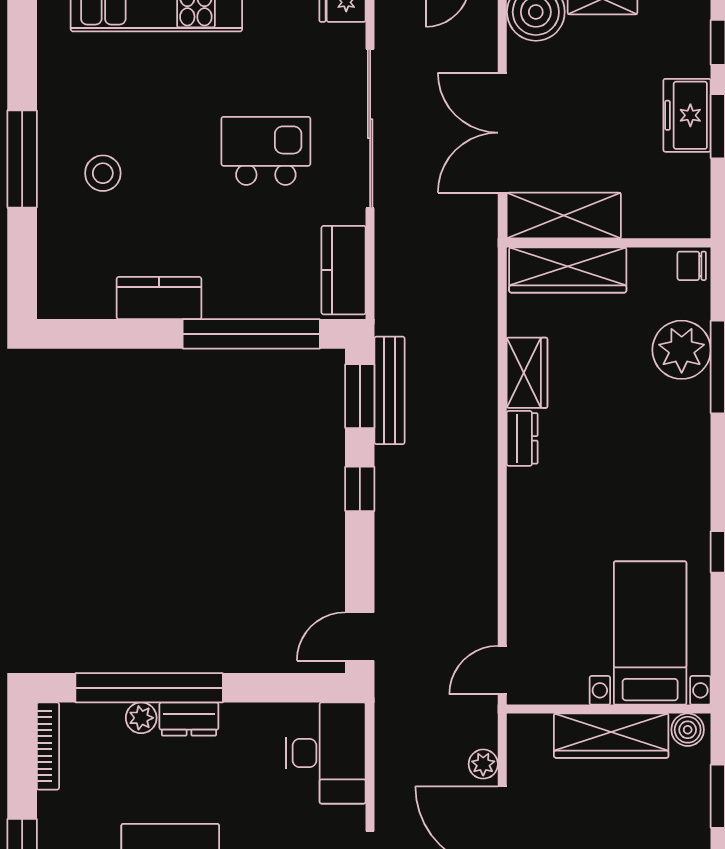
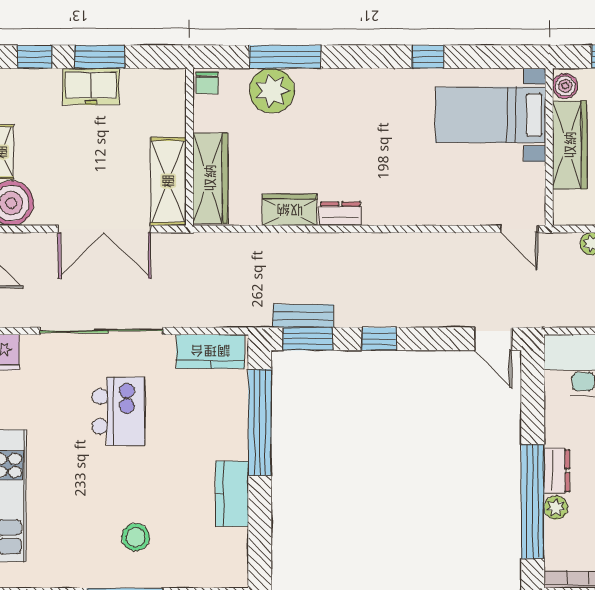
kitchen island: (266, 151) -> (118, 411), turned 180
bench: (390, 390) -> (303, 316), width x0.73

